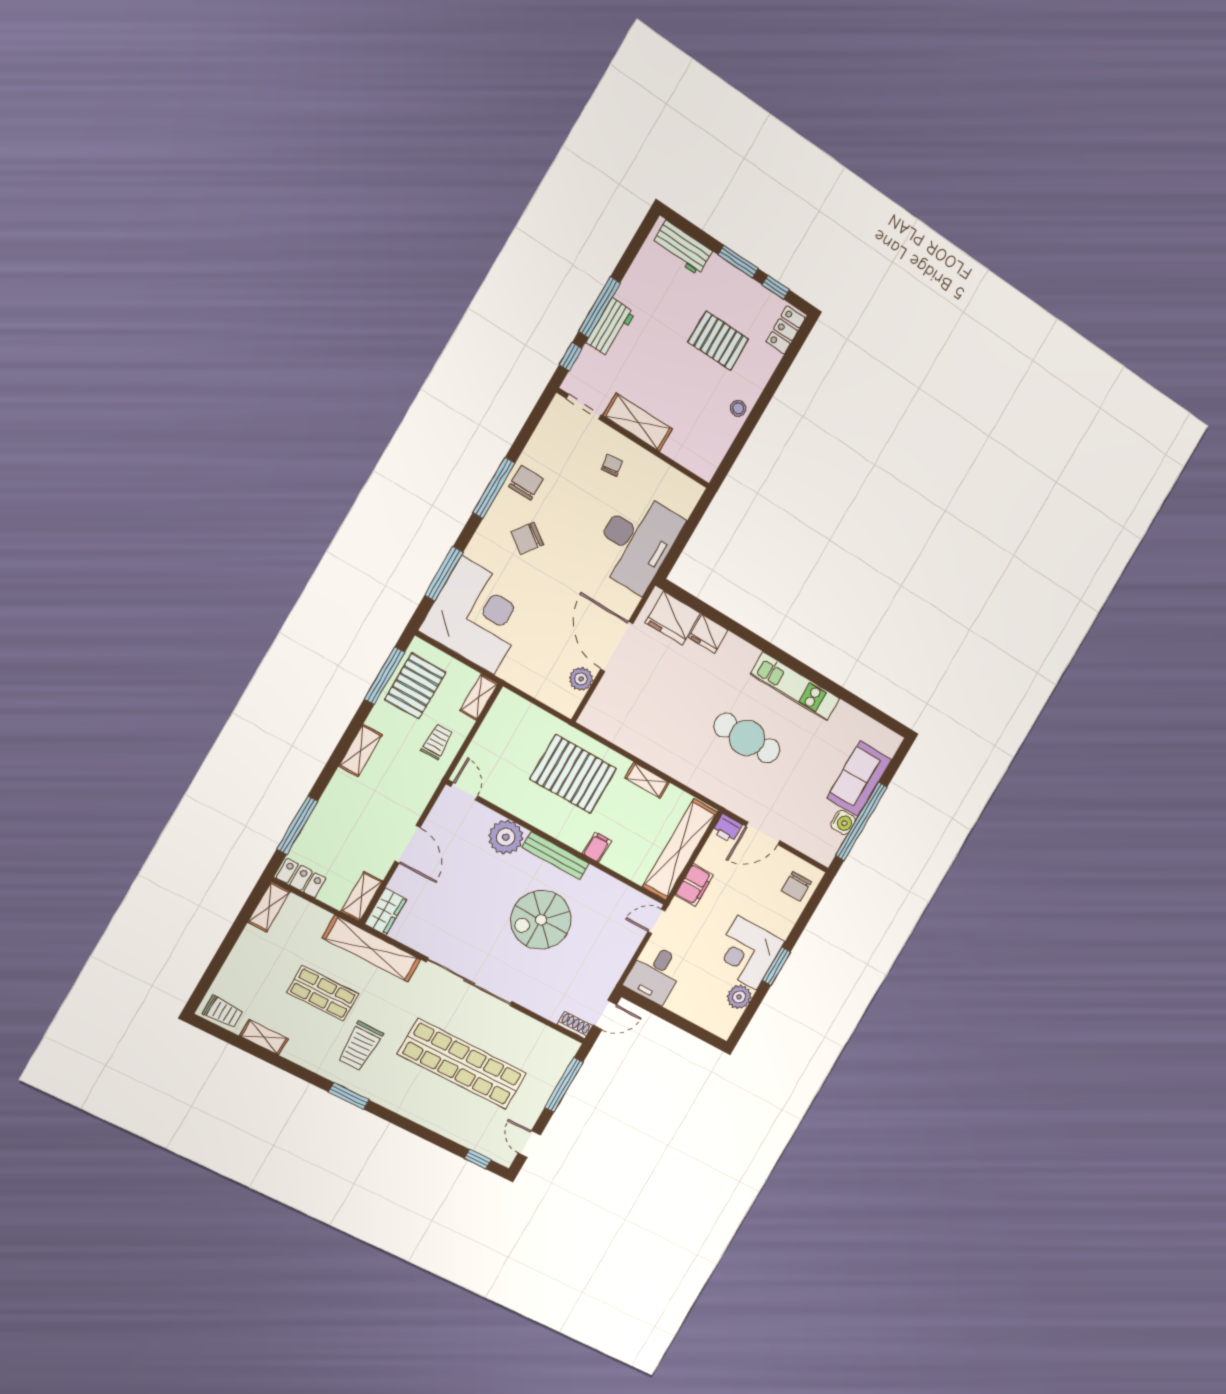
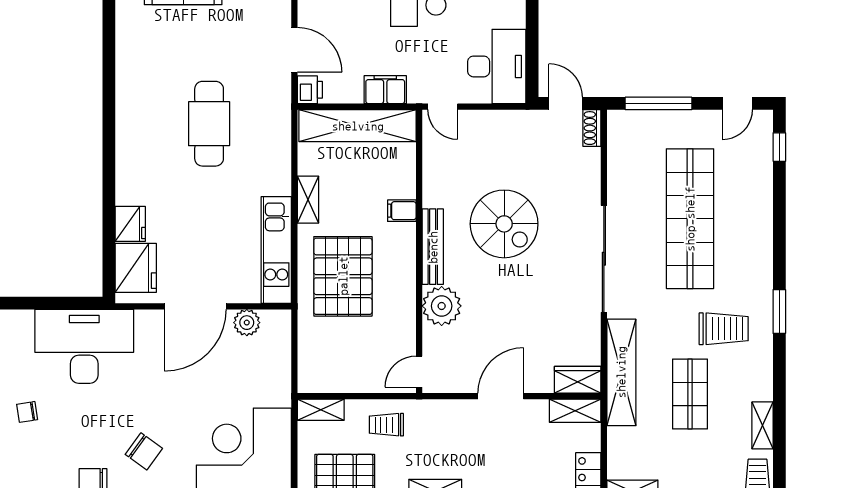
kitchen unit: (795, 686) -> (276, 250), moved, turned 180
desk: (655, 974) -> (497, 66), width x1.37

